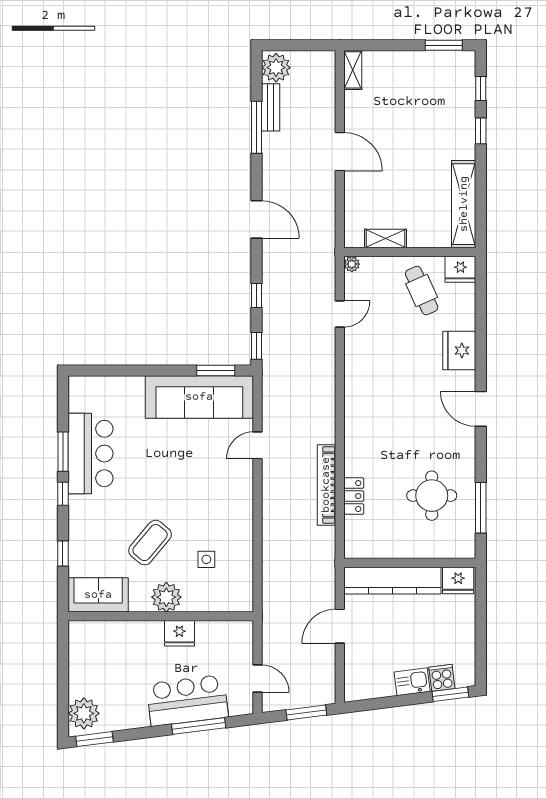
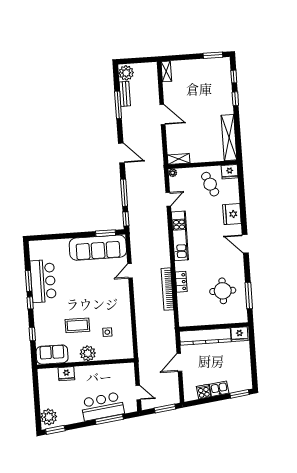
shelving: (385, 239) -> (179, 159), moved
window: (256, 296) -> (124, 193), width x2.17
kitchen unit: (357, 385) -> (180, 236), added
locker: (354, 496) -> (181, 282), moved
coffee table: (150, 543) -> (77, 325), turned 50
fridge: (179, 633) -> (66, 374), moved
cooker: (442, 678) -> (204, 392), moved

